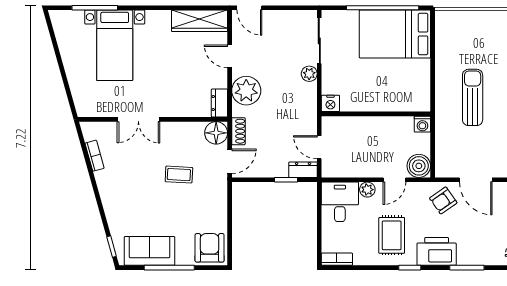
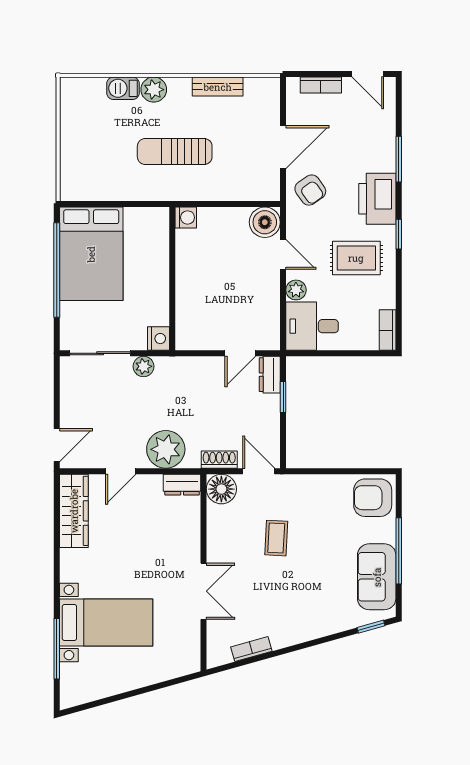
nightstand: (330, 103) -> (158, 339), moved
wall: (376, 114) -> (172, 279), moved
washing machine: (422, 124) -> (186, 217), moved

